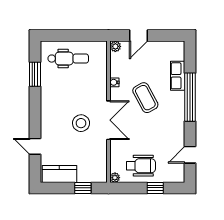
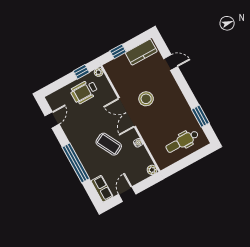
door: (139, 36) -> (127, 194), moved
row of seats: (178, 76) -> (102, 189), moved
window: (155, 188) -> (81, 72), moved

